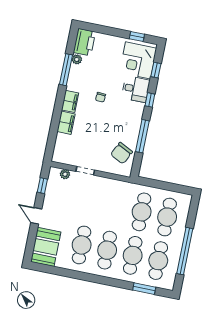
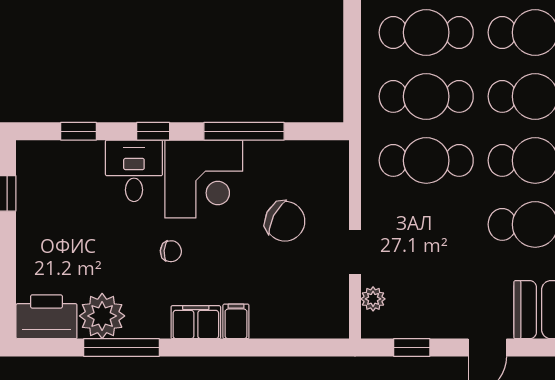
plant: (77, 59) -> (102, 316), width x1.87, depth x1.87
corner desk: (138, 60) -> (204, 179), moved
filing cabinet: (66, 123) -> (236, 321), width x0.50
chair: (121, 153) -> (285, 221), moved
cafe table: (116, 207) -> (426, 160), added

